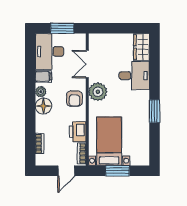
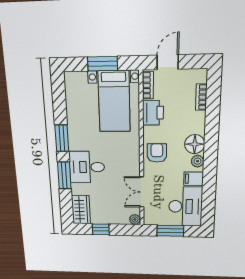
window: (124, 28) -> (101, 229), added
double door: (87, 64) -> (142, 192), swing flipped
desk: (134, 76) -> (87, 167), moved
window: (155, 79) -> (64, 175), added
plant: (98, 92) -> (135, 220), moved, width x0.53, depth x0.53

